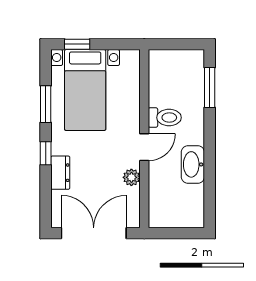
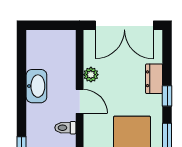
toilet: (165, 118) -> (65, 128), width x0.73, depth x0.72
door: (144, 147) -> (80, 101), swing flipped

